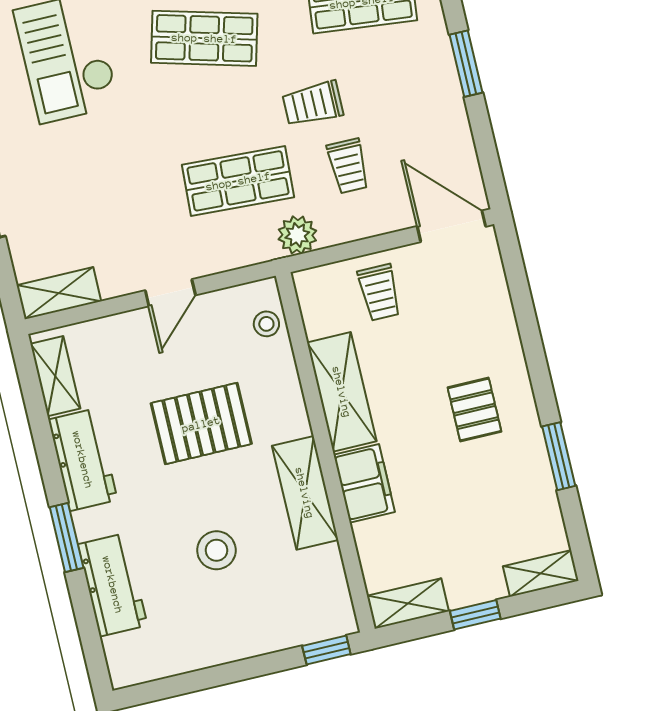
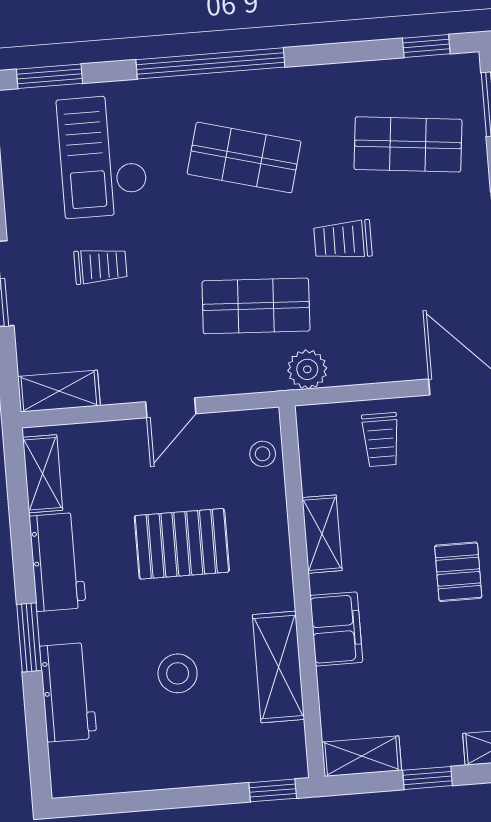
trolley: (348, 166) -> (101, 266), moved, turned -90
shelving: (342, 392) -> (322, 534), width x0.67, depth x0.75
shelving: (305, 493) -> (278, 667), moved

